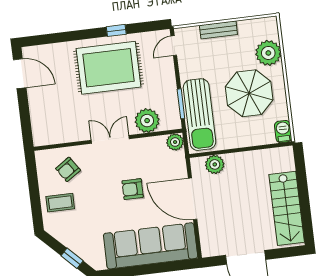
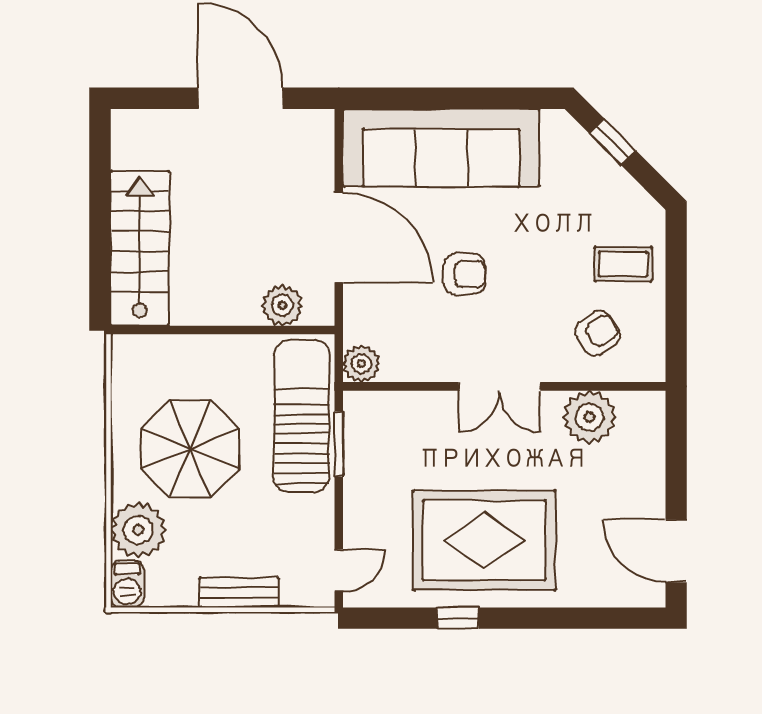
plant: (147, 121) -> (589, 417), moved
barbecue: (283, 132) -> (127, 584), moved
stairs: (287, 208) -> (140, 248), moved

